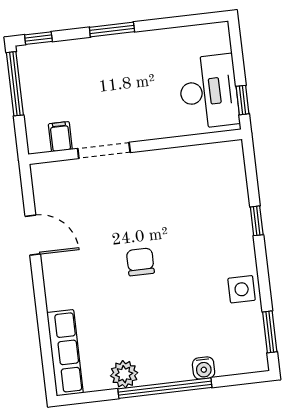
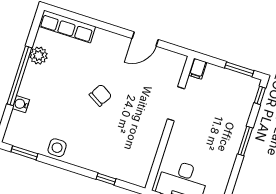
window: (15, 84) -> (239, 69), width x0.69
filing cabinet: (60, 137) -> (198, 69), moved, turned 90
window: (257, 221) -> (106, 179), moved
chair: (140, 262) -> (100, 95), turned -59

